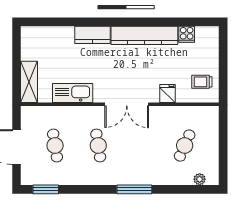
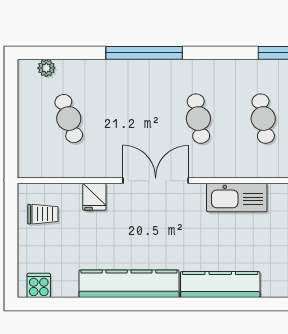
cooker: (187, 34) -> (39, 285), moved
kitchen counter: (92, 35) -> (220, 285), width x1.50
cafe table: (185, 146) -> (69, 119), turned -42
window: (134, 189) -> (144, 53), width x1.46

